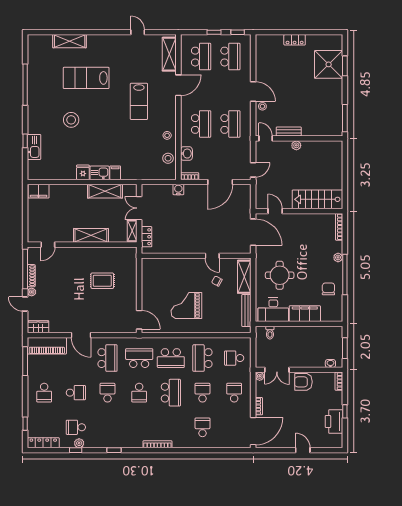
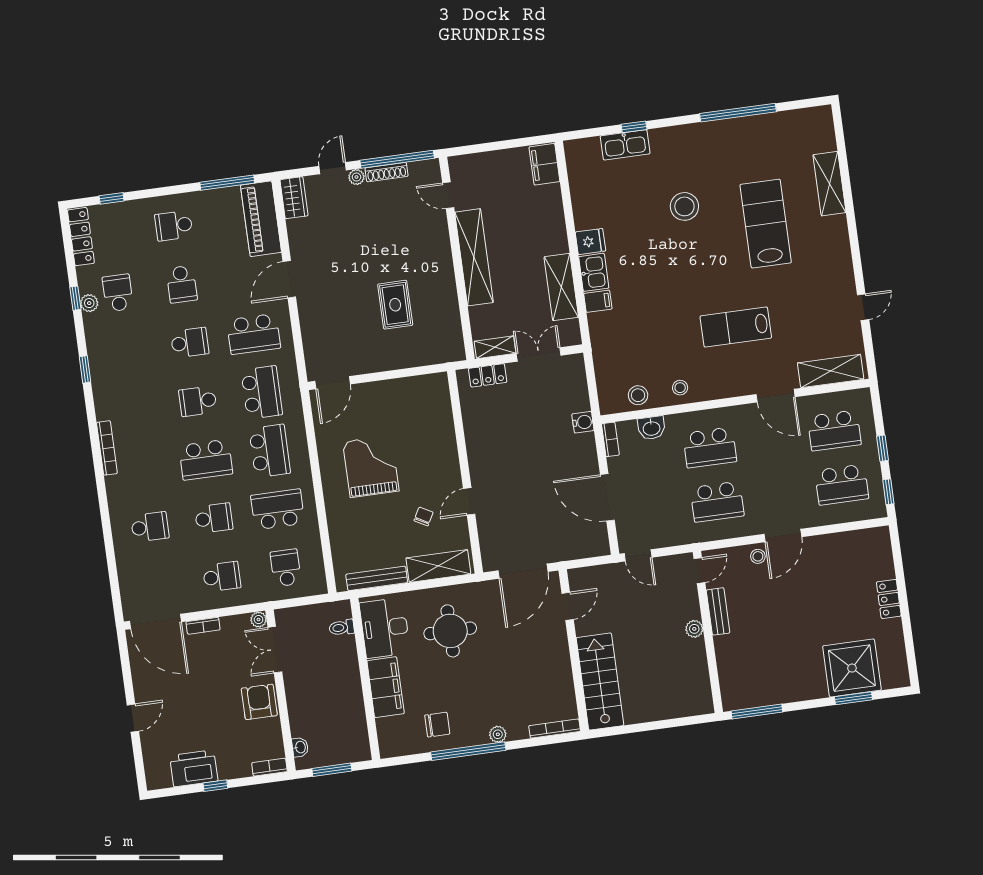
shelving: (91, 235) -> (474, 257), width x1.47
school desk: (171, 358) -> (270, 451), turned 180

